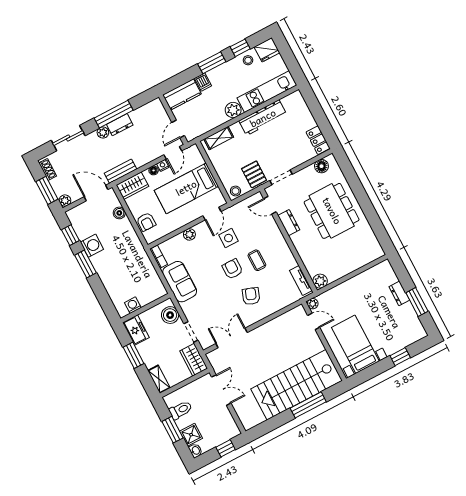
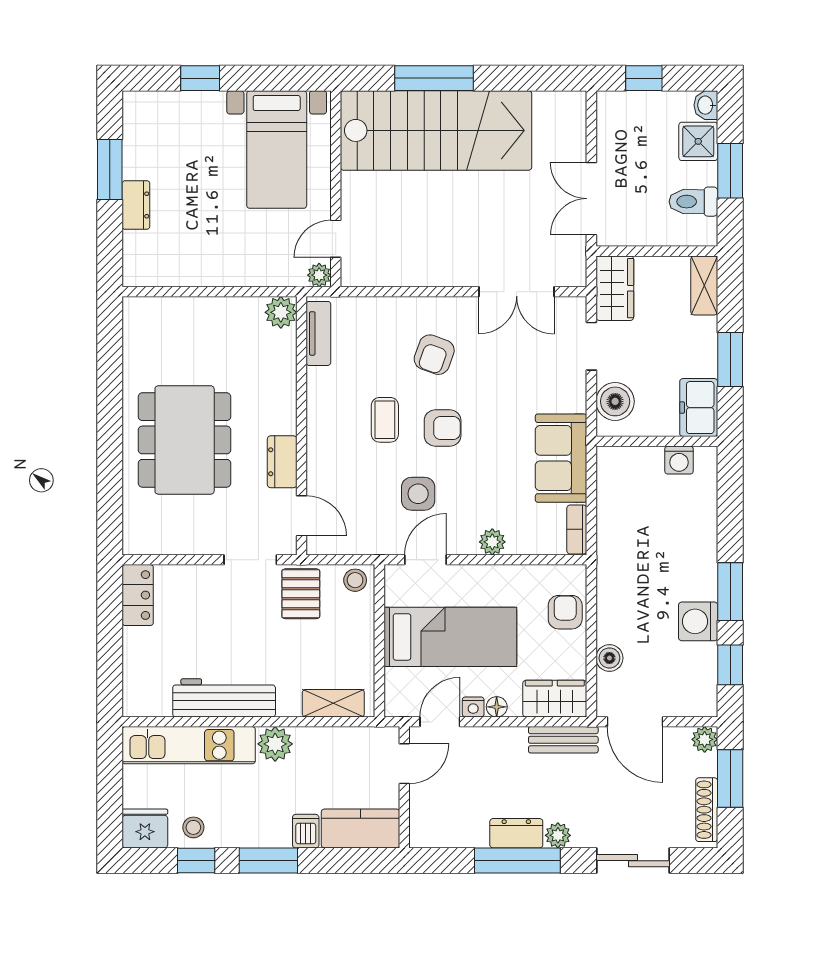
floor lamp: (321, 166) -> (158, 540), removed
shoe rack: (48, 170) -> (707, 810), width x1.43
armchair: (232, 269) -> (443, 428), turned -90
door: (314, 321) -> (336, 239), hinge flipped

